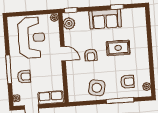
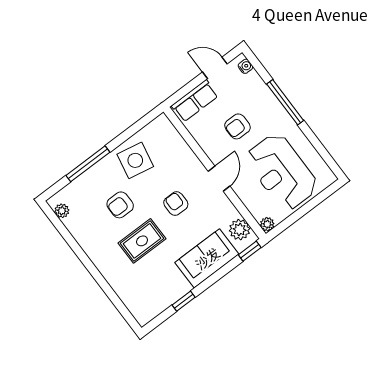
sofa: (105, 19) -> (207, 258), moved
door: (63, 54) -> (219, 179), swing flipped
armchair: (24, 77) -> (237, 126), moved
armchair: (127, 82) -> (120, 205), moved

